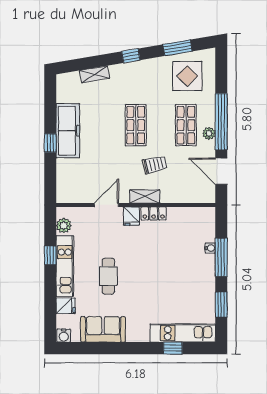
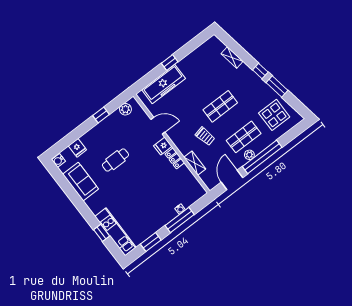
window: (178, 48) -> (277, 87), moved
freezer: (68, 131) -> (164, 84), moved
shelving: (145, 196) -> (195, 163), moved
kitchen unit: (65, 266) -> (101, 129), removed

